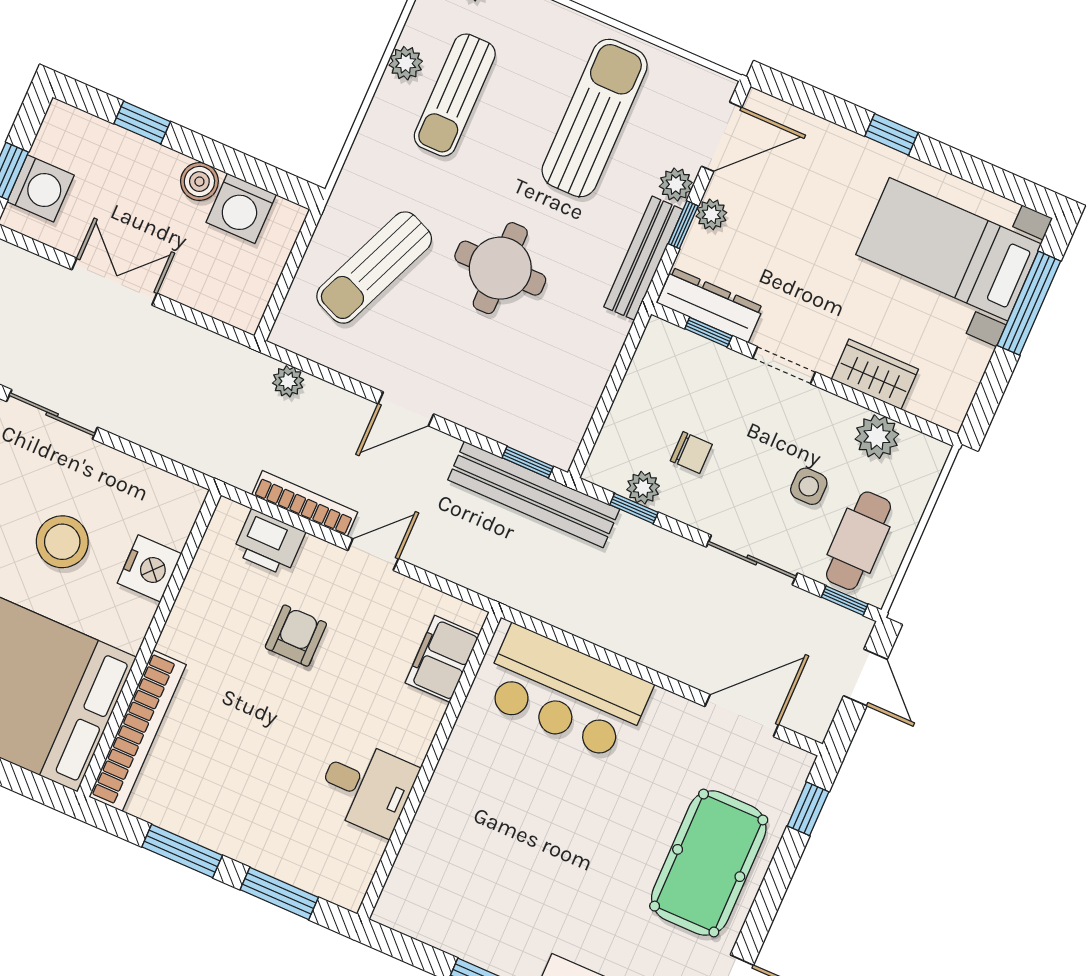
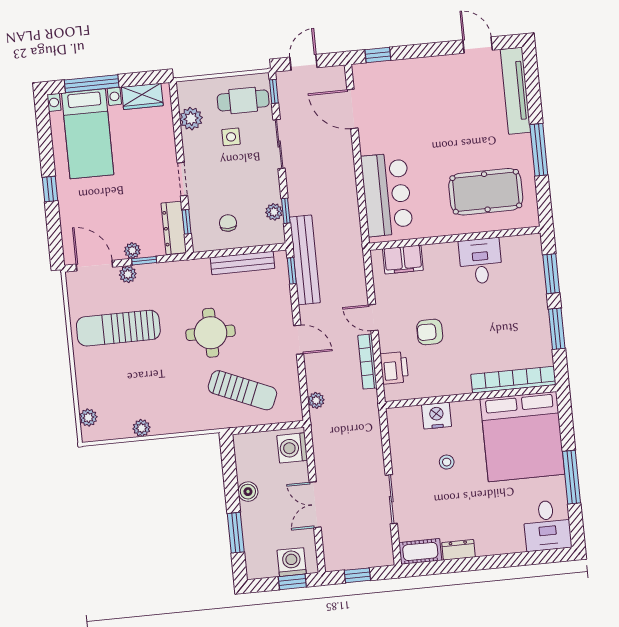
sun lounger: (455, 95) -> (144, 398), removed
window: (142, 123) -> (236, 533), width x1.50
washing machine: (241, 208) -> (292, 448), moved, turned 180
bench: (643, 258) -> (242, 263), moved
wardrobe: (875, 374) -> (142, 96), moved, turned -90
chair: (691, 453) -> (228, 223), moved
stool: (62, 542) -> (447, 462), width x0.53, depth x0.53
pool table: (709, 863) -> (486, 192), moved

